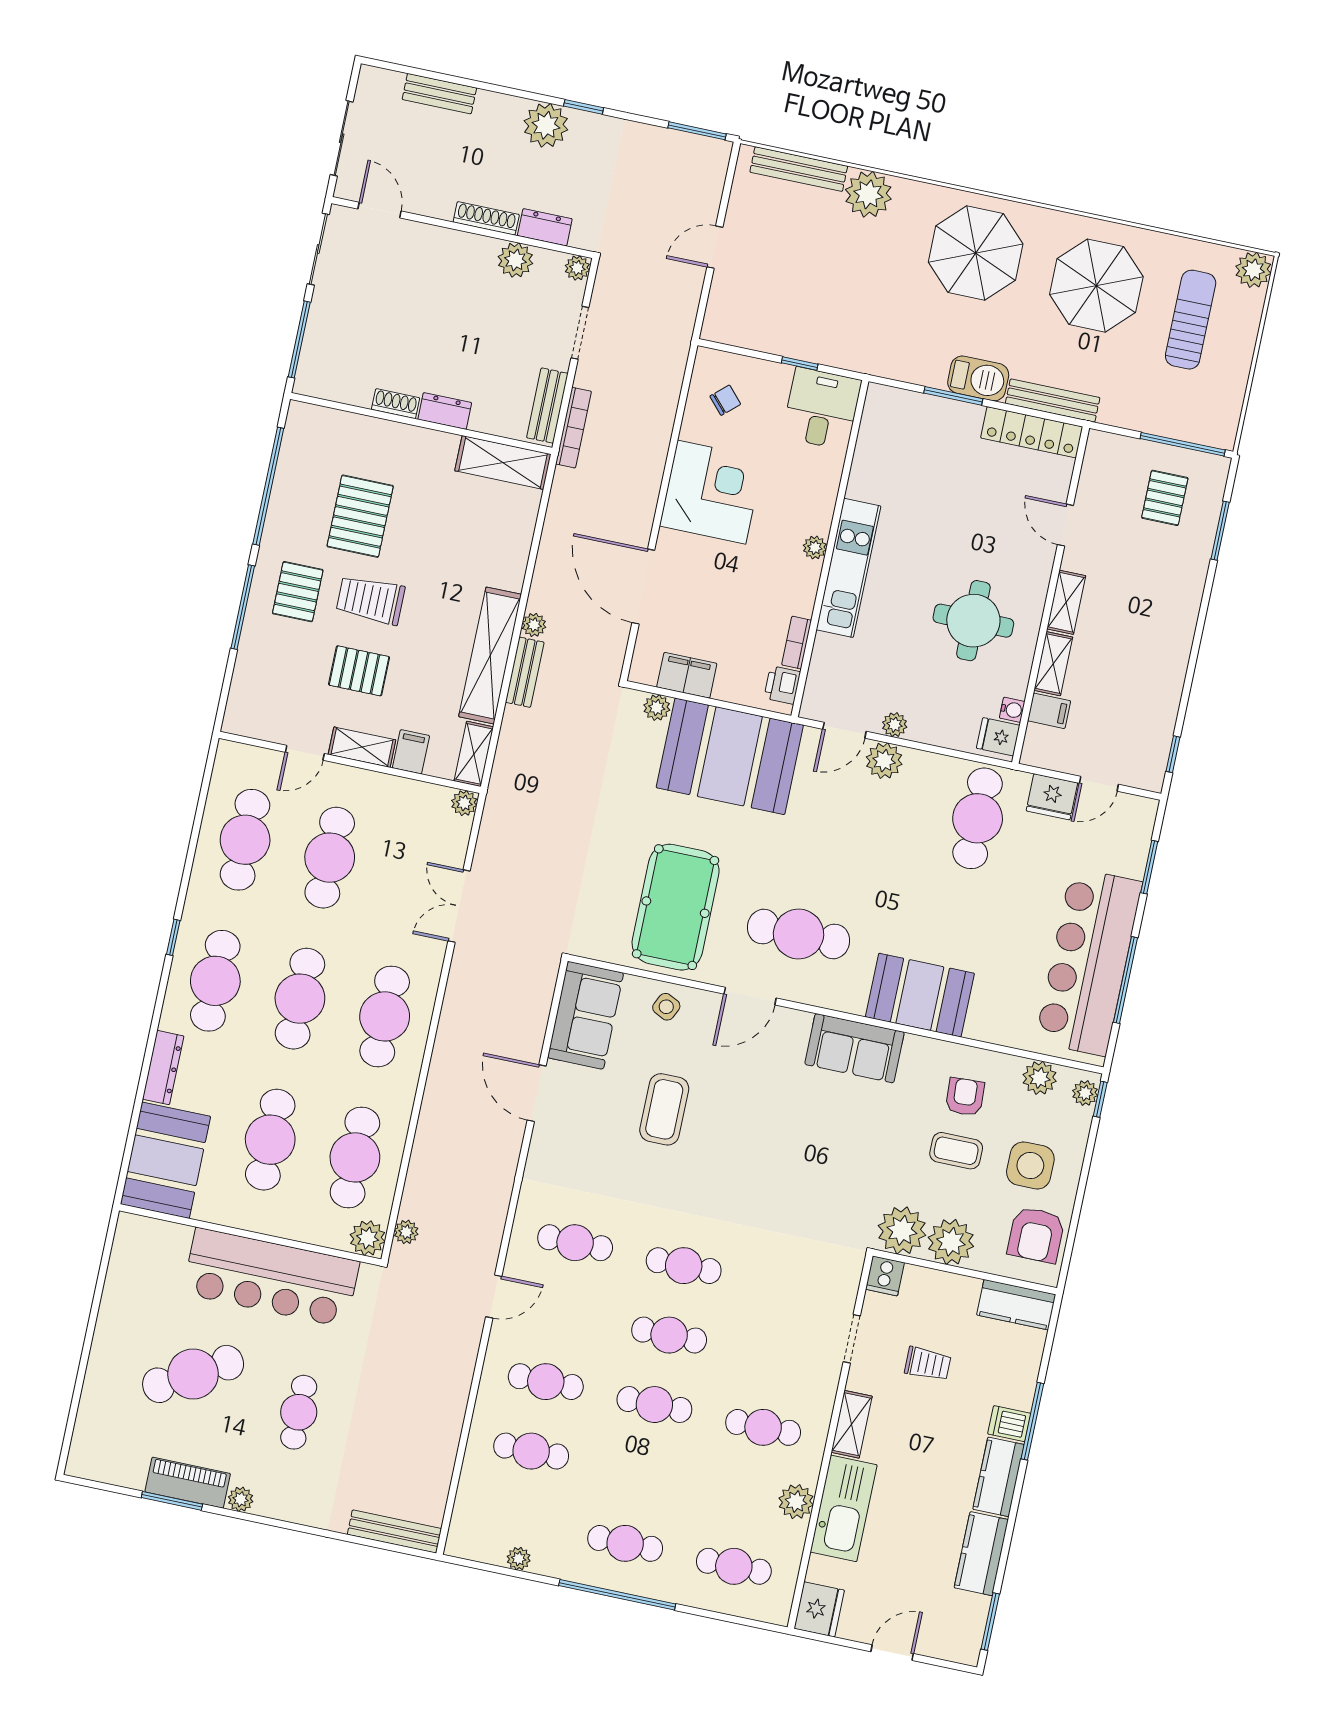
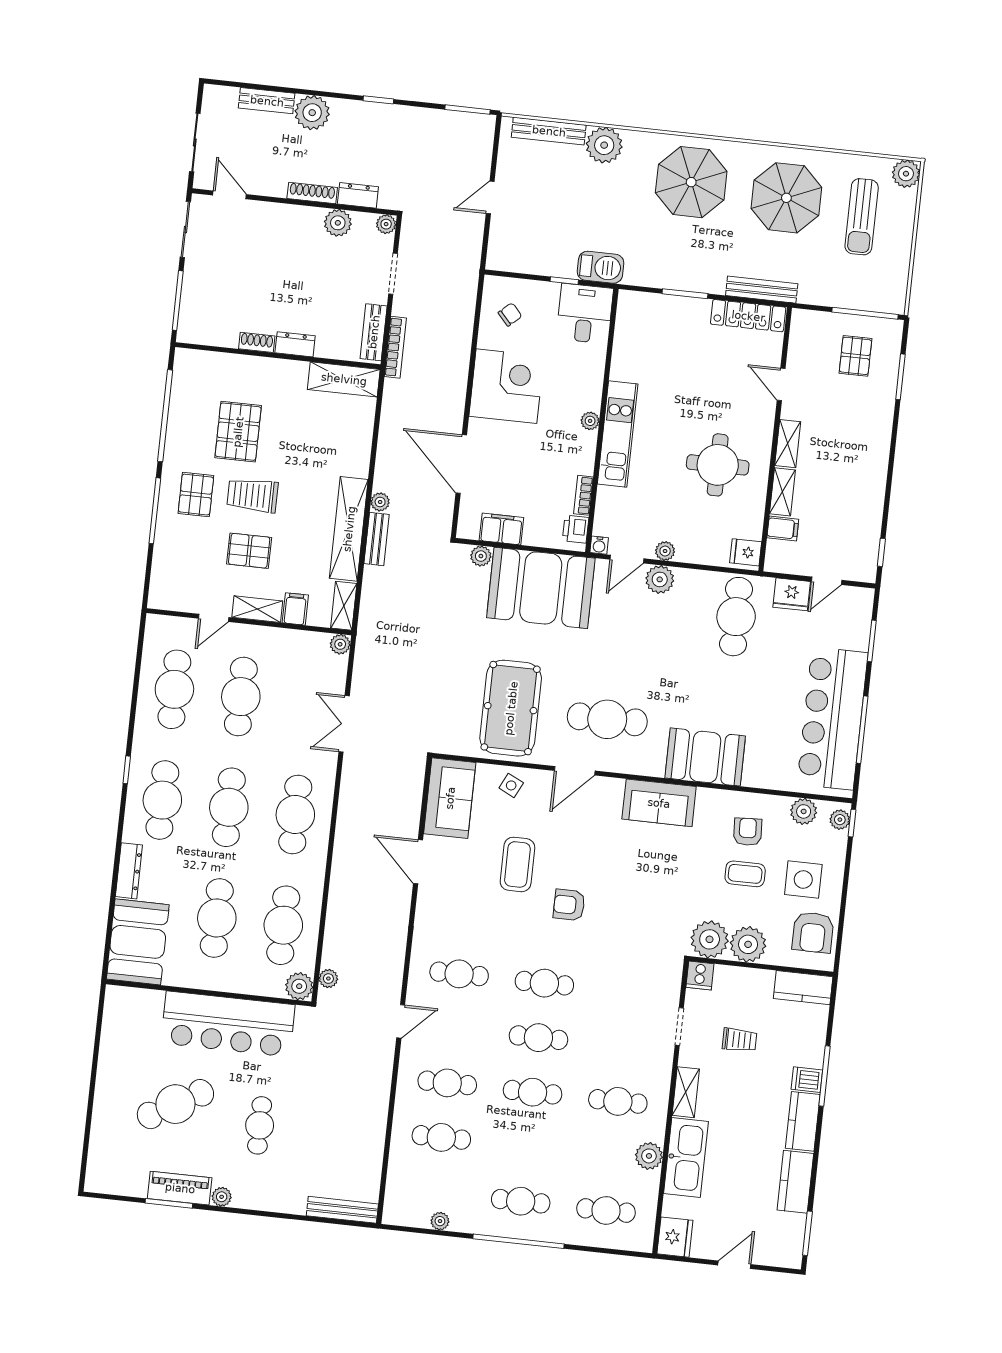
plant: (546, 125) -> (312, 113), moved
sun lounger: (1191, 320) -> (862, 217), turned 180
barbecue: (978, 378) -> (601, 267), moved
water cooler: (1012, 710) -> (599, 545), moved, turned 90
armchair: (726, 1168) -> (569, 905), added

